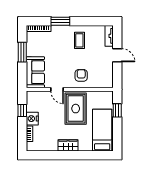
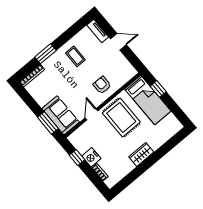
window: (22, 52) -> (48, 123), moved
door: (57, 89) -> (92, 114), swing flipped
bed: (102, 130) -> (148, 100), moved, turned 180

